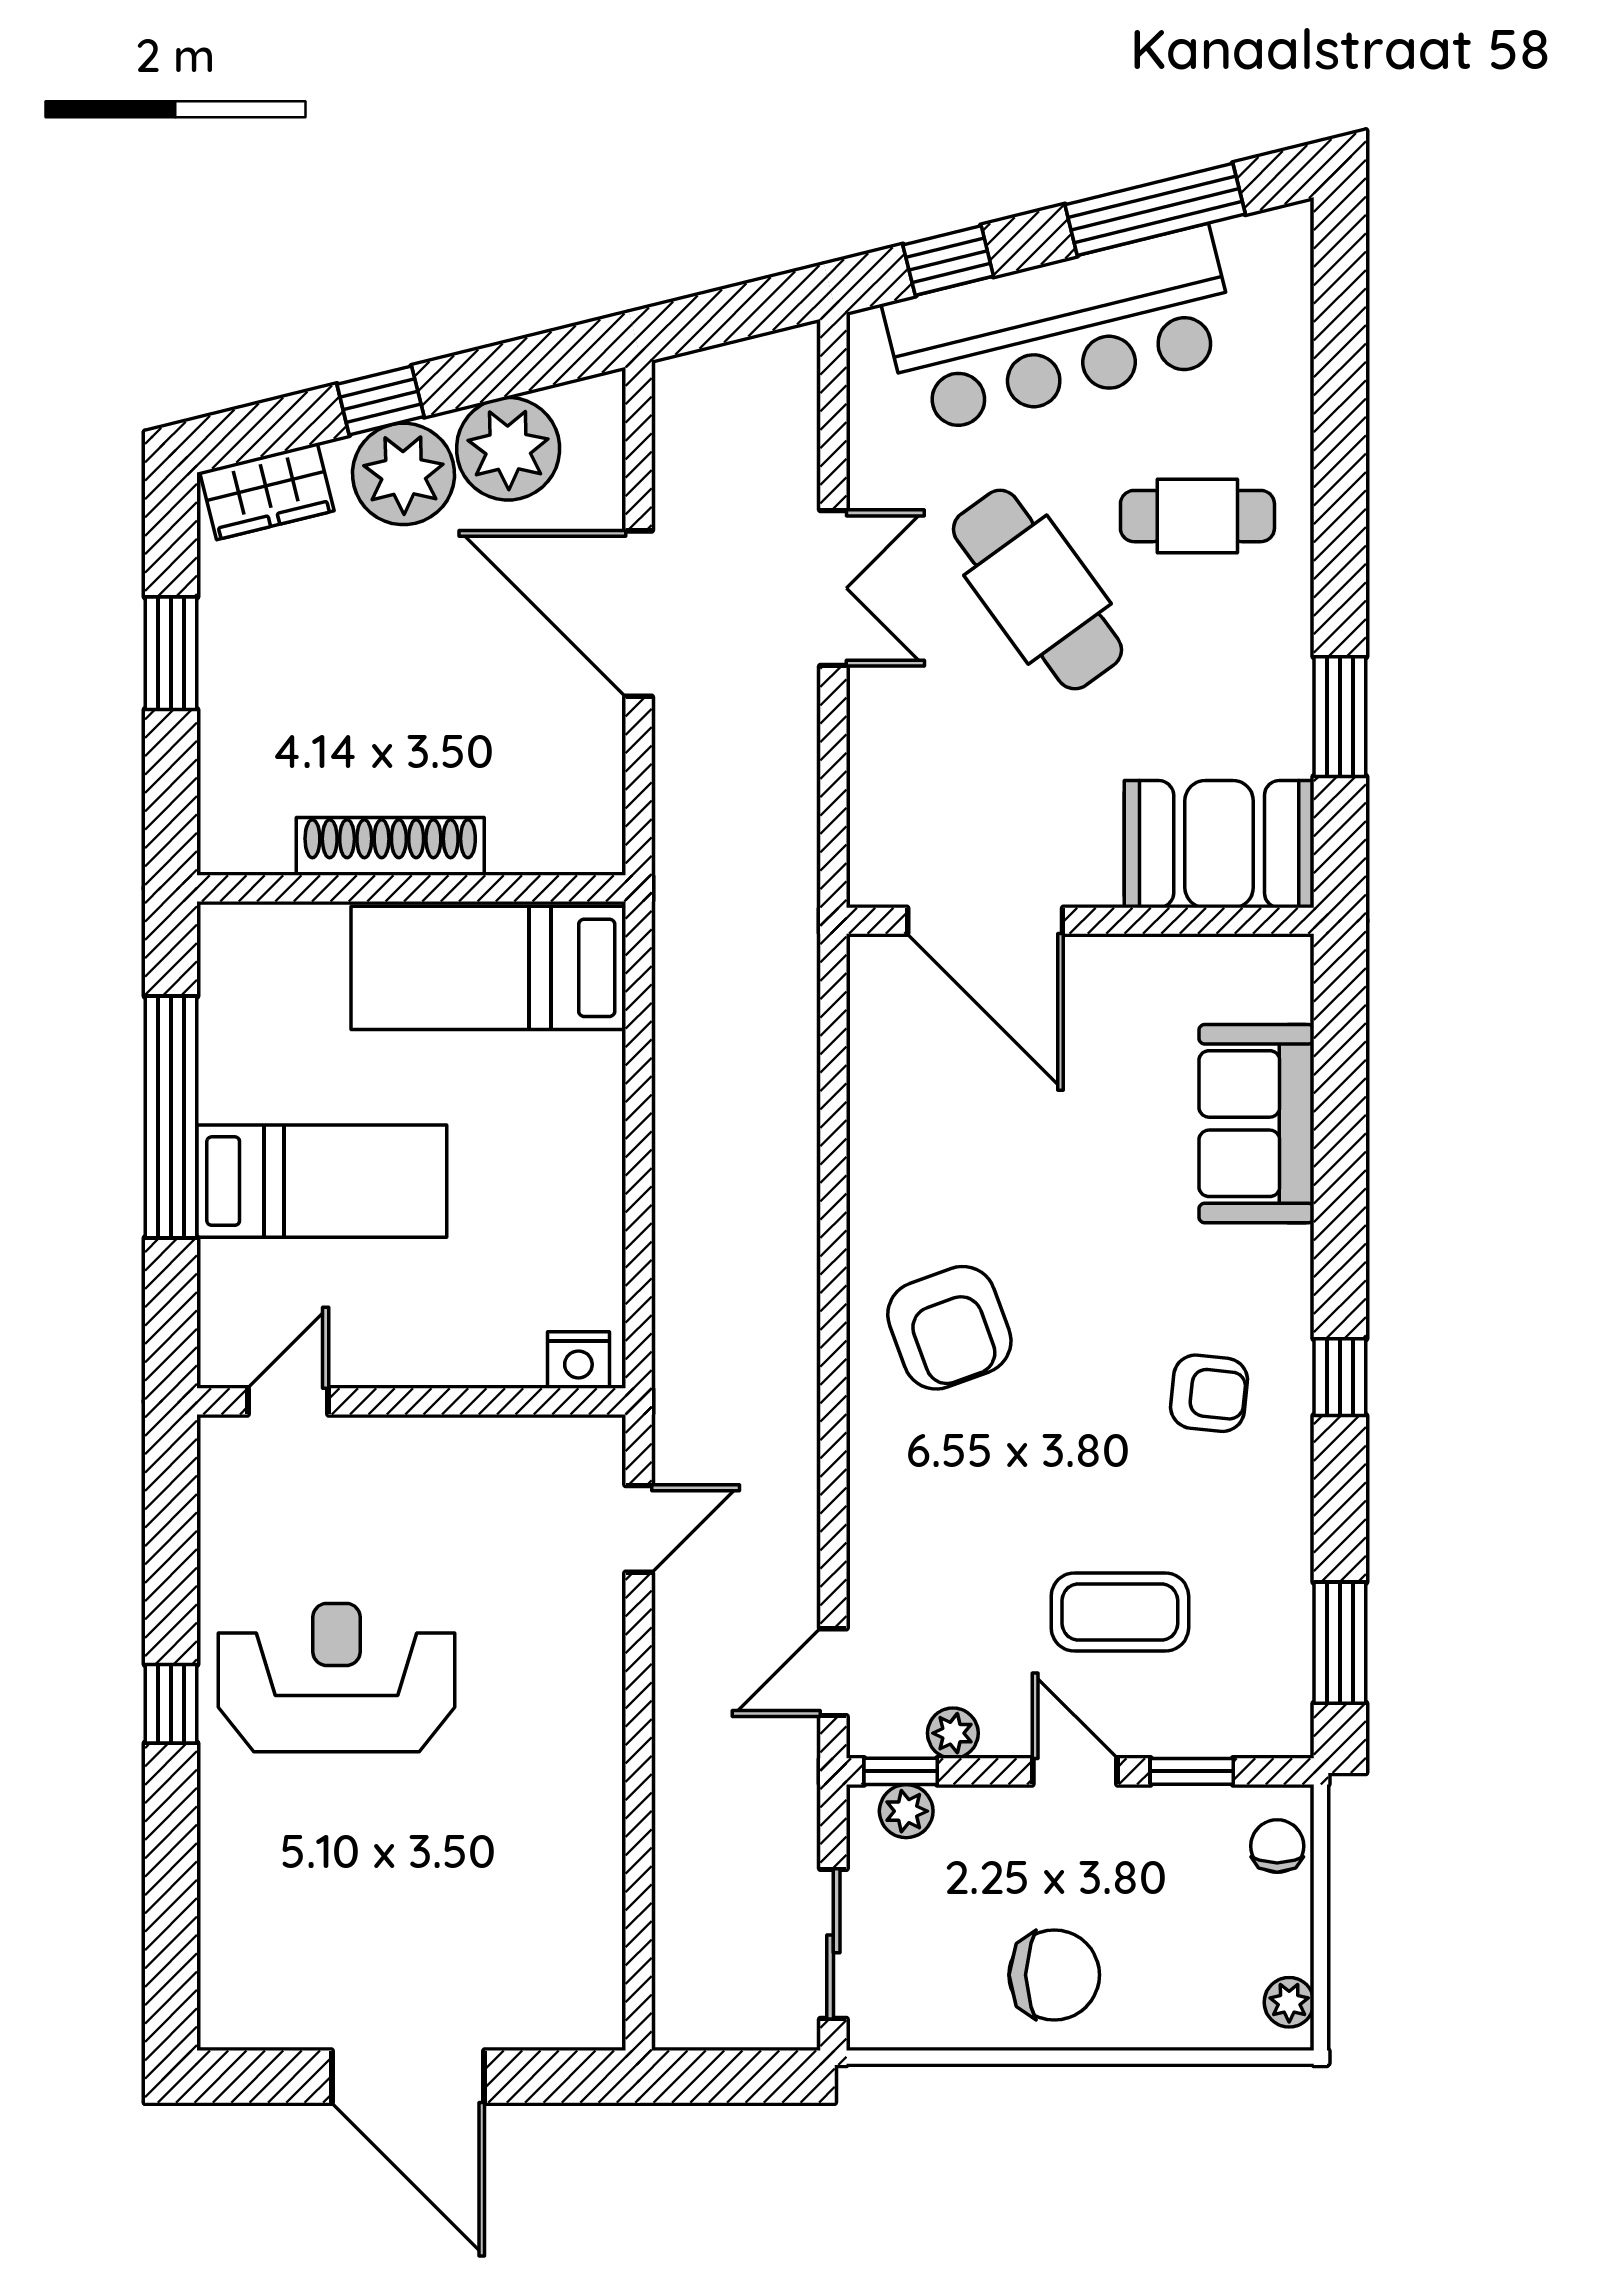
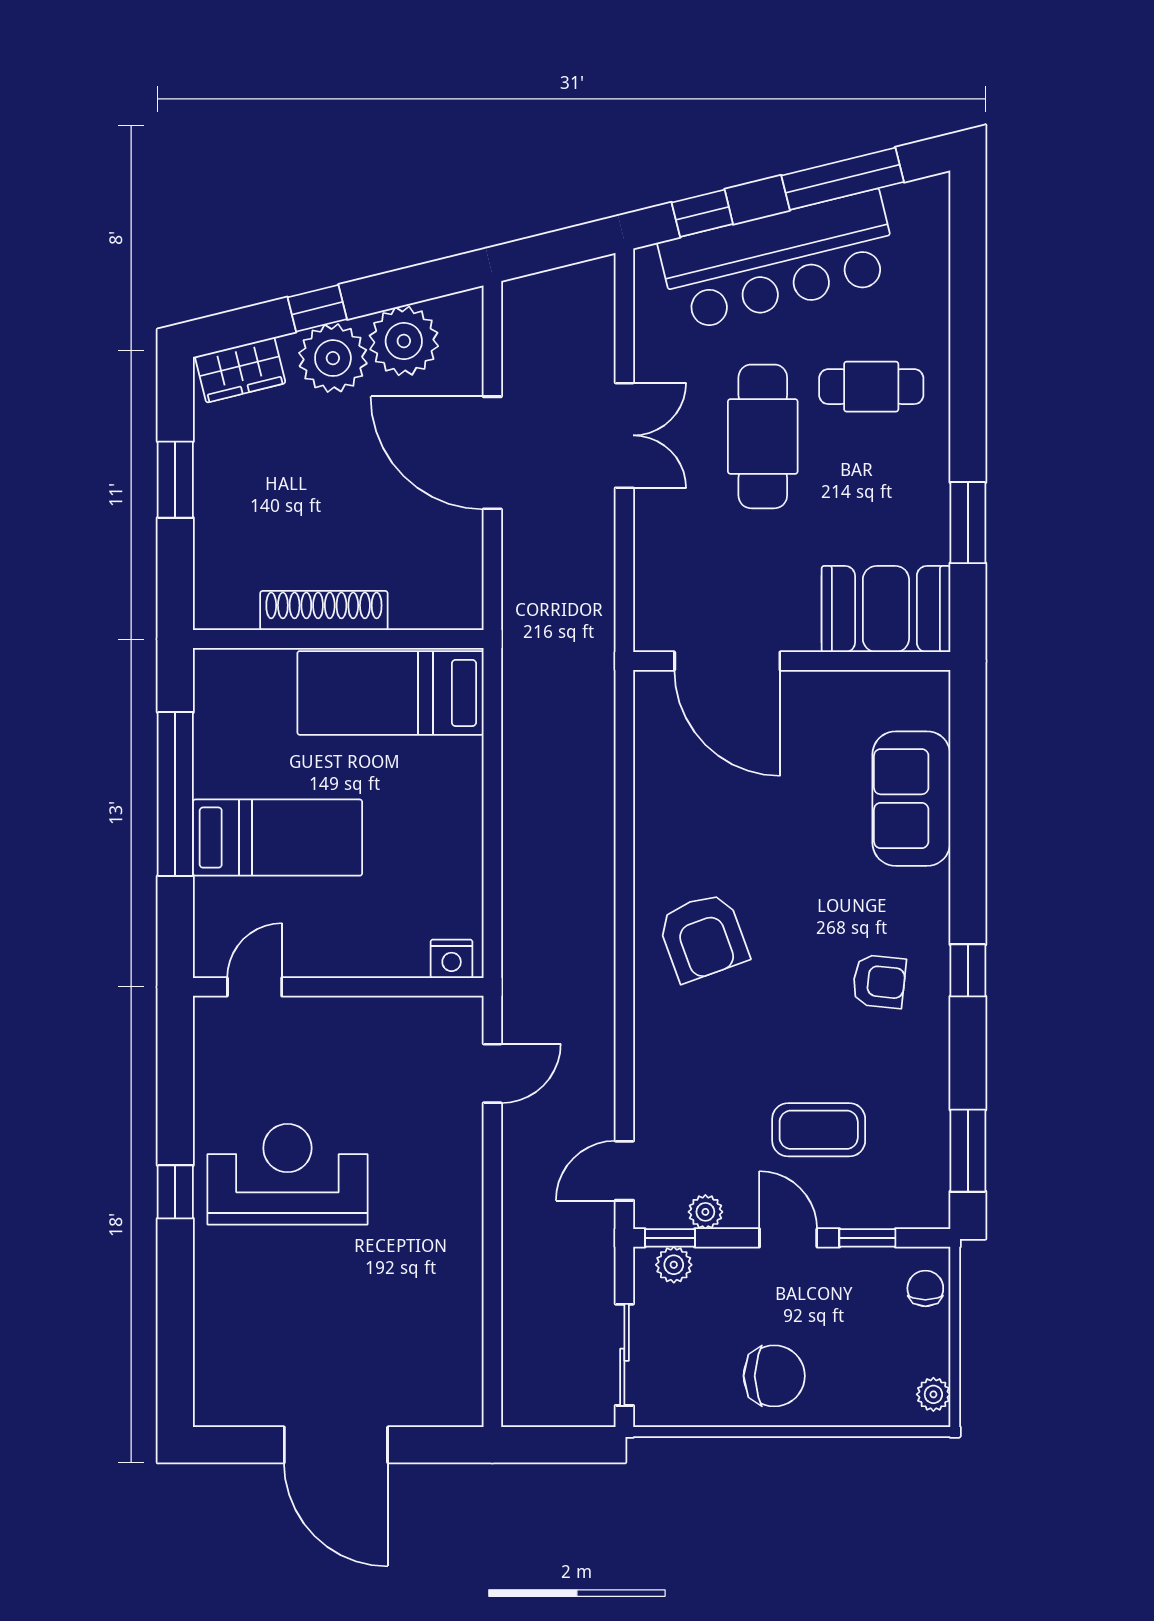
cafe table: (1037, 590) -> (763, 436), turned 36

